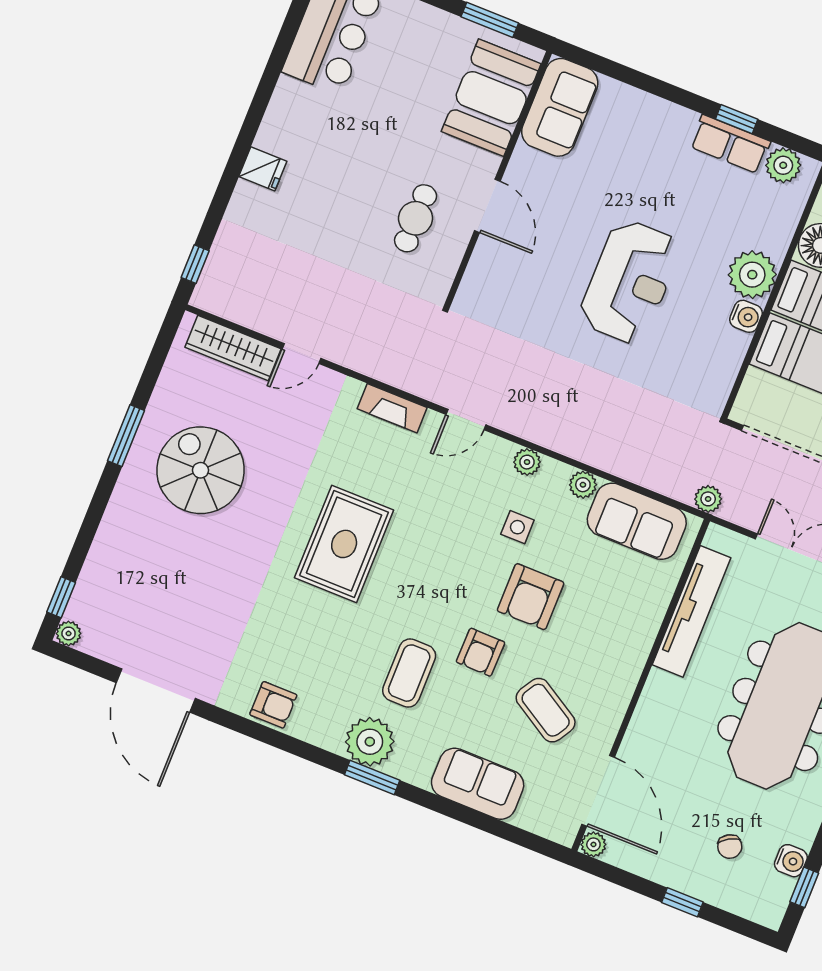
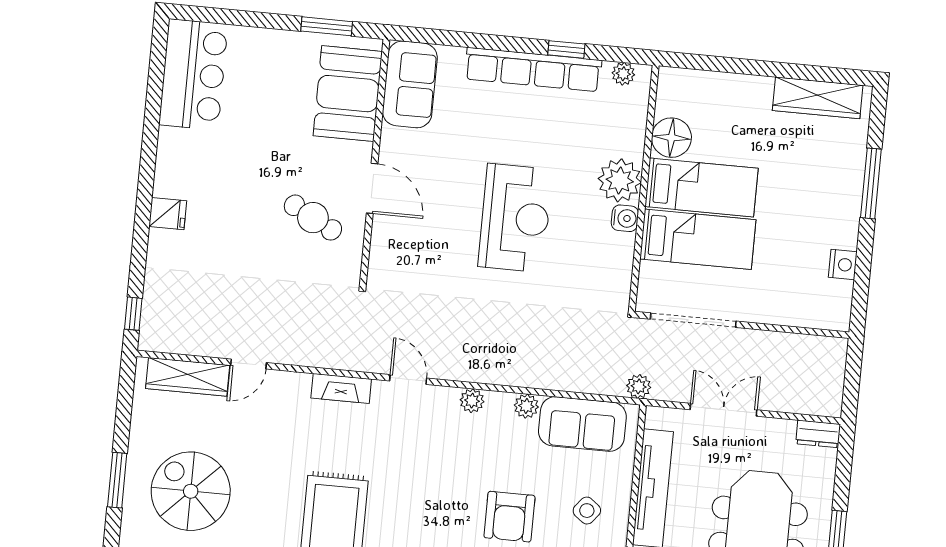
row of seats: (730, 144) -> (533, 70), width x2.02
plant: (783, 165) -> (623, 74), width x0.73, depth x0.73
cafe table: (416, 218) -> (313, 218), turned -62
door: (466, 420) -> (408, 379), swing flipped
side table: (517, 527) -> (587, 511), moved, turned 38

